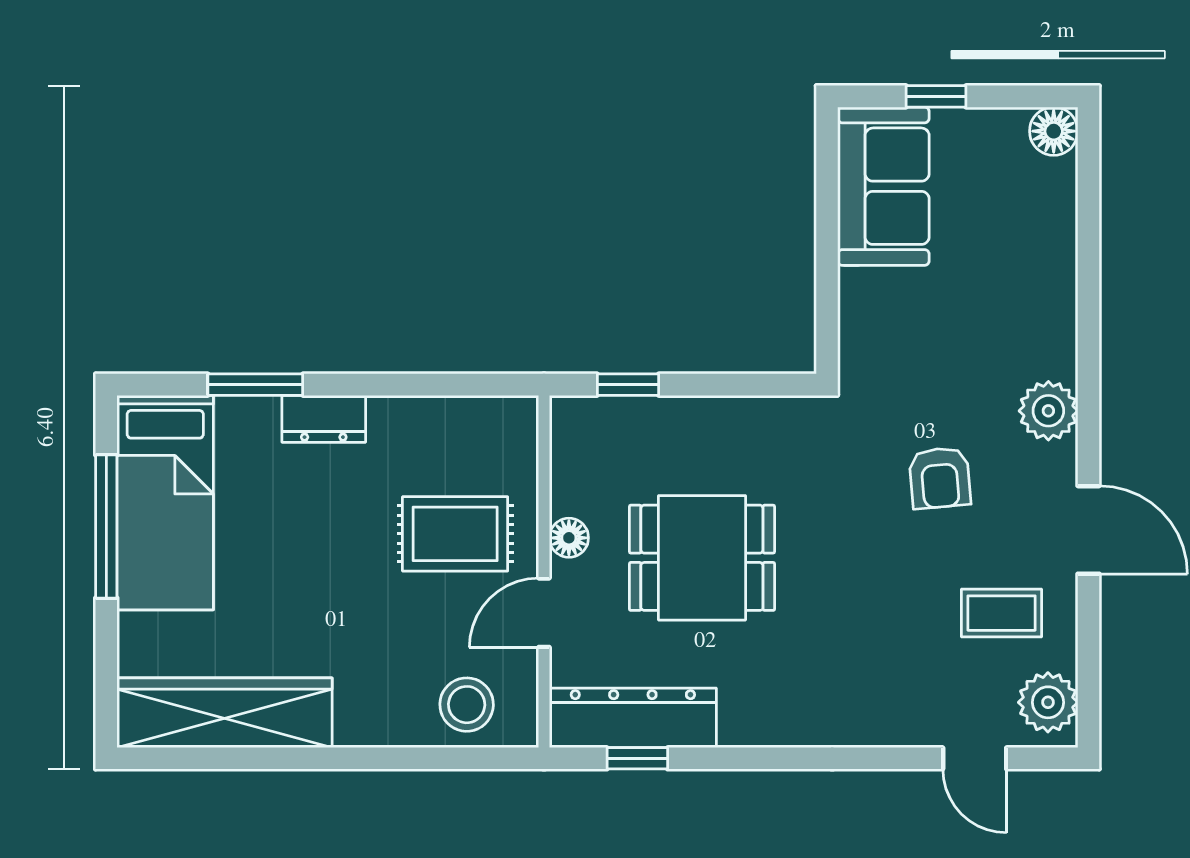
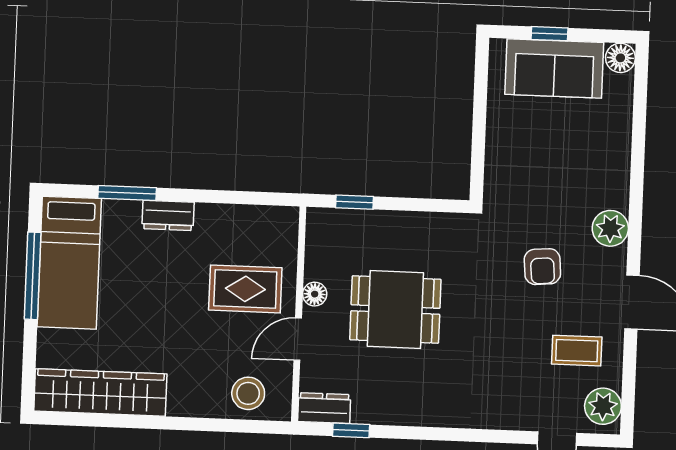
sofa: (883, 186) -> (554, 68), moved, turned 90
dresser: (633, 718) -> (324, 408), width x0.51, depth x0.80

